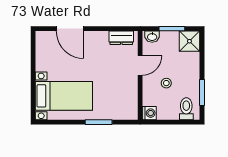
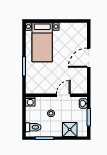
door: (70, 29) -> (89, 58), moved
dresser: (121, 38) -> (82, 82), removed
shower: (189, 41) -> (70, 129), moved
door: (140, 65) -> (63, 95), swing flipped

